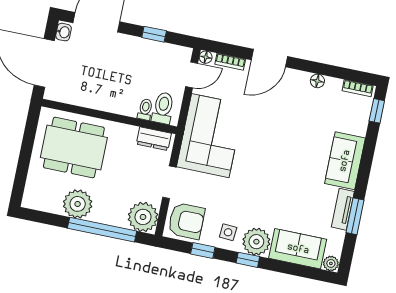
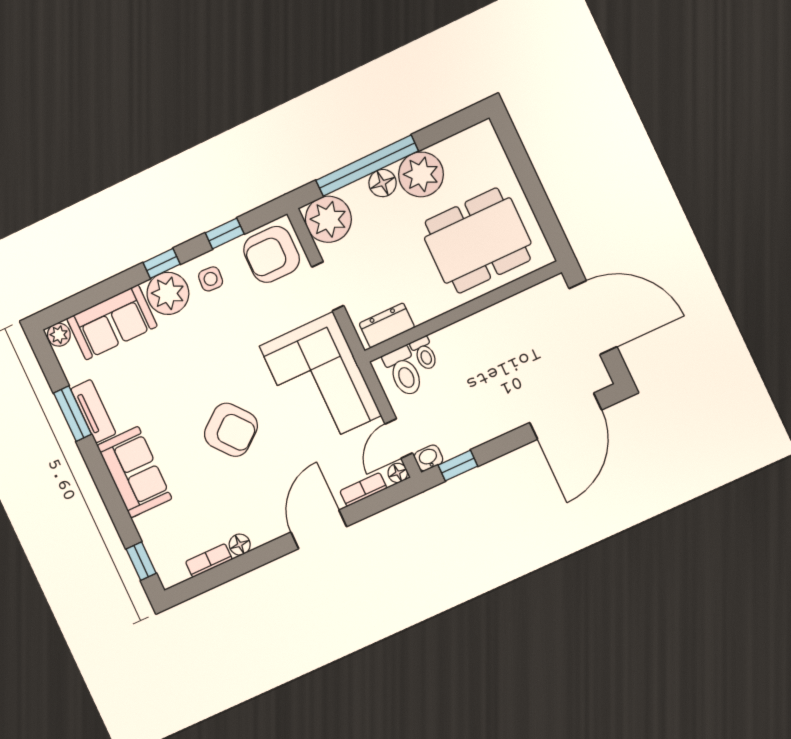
washbasin: (64, 32) -> (429, 458), moved, turned 90
window: (154, 34) -> (458, 466), moved
bookcase: (358, 88) -> (209, 561), moved
armchair: (277, 145) -> (231, 430), added
floor lamp: (101, 215) -> (383, 183), added

